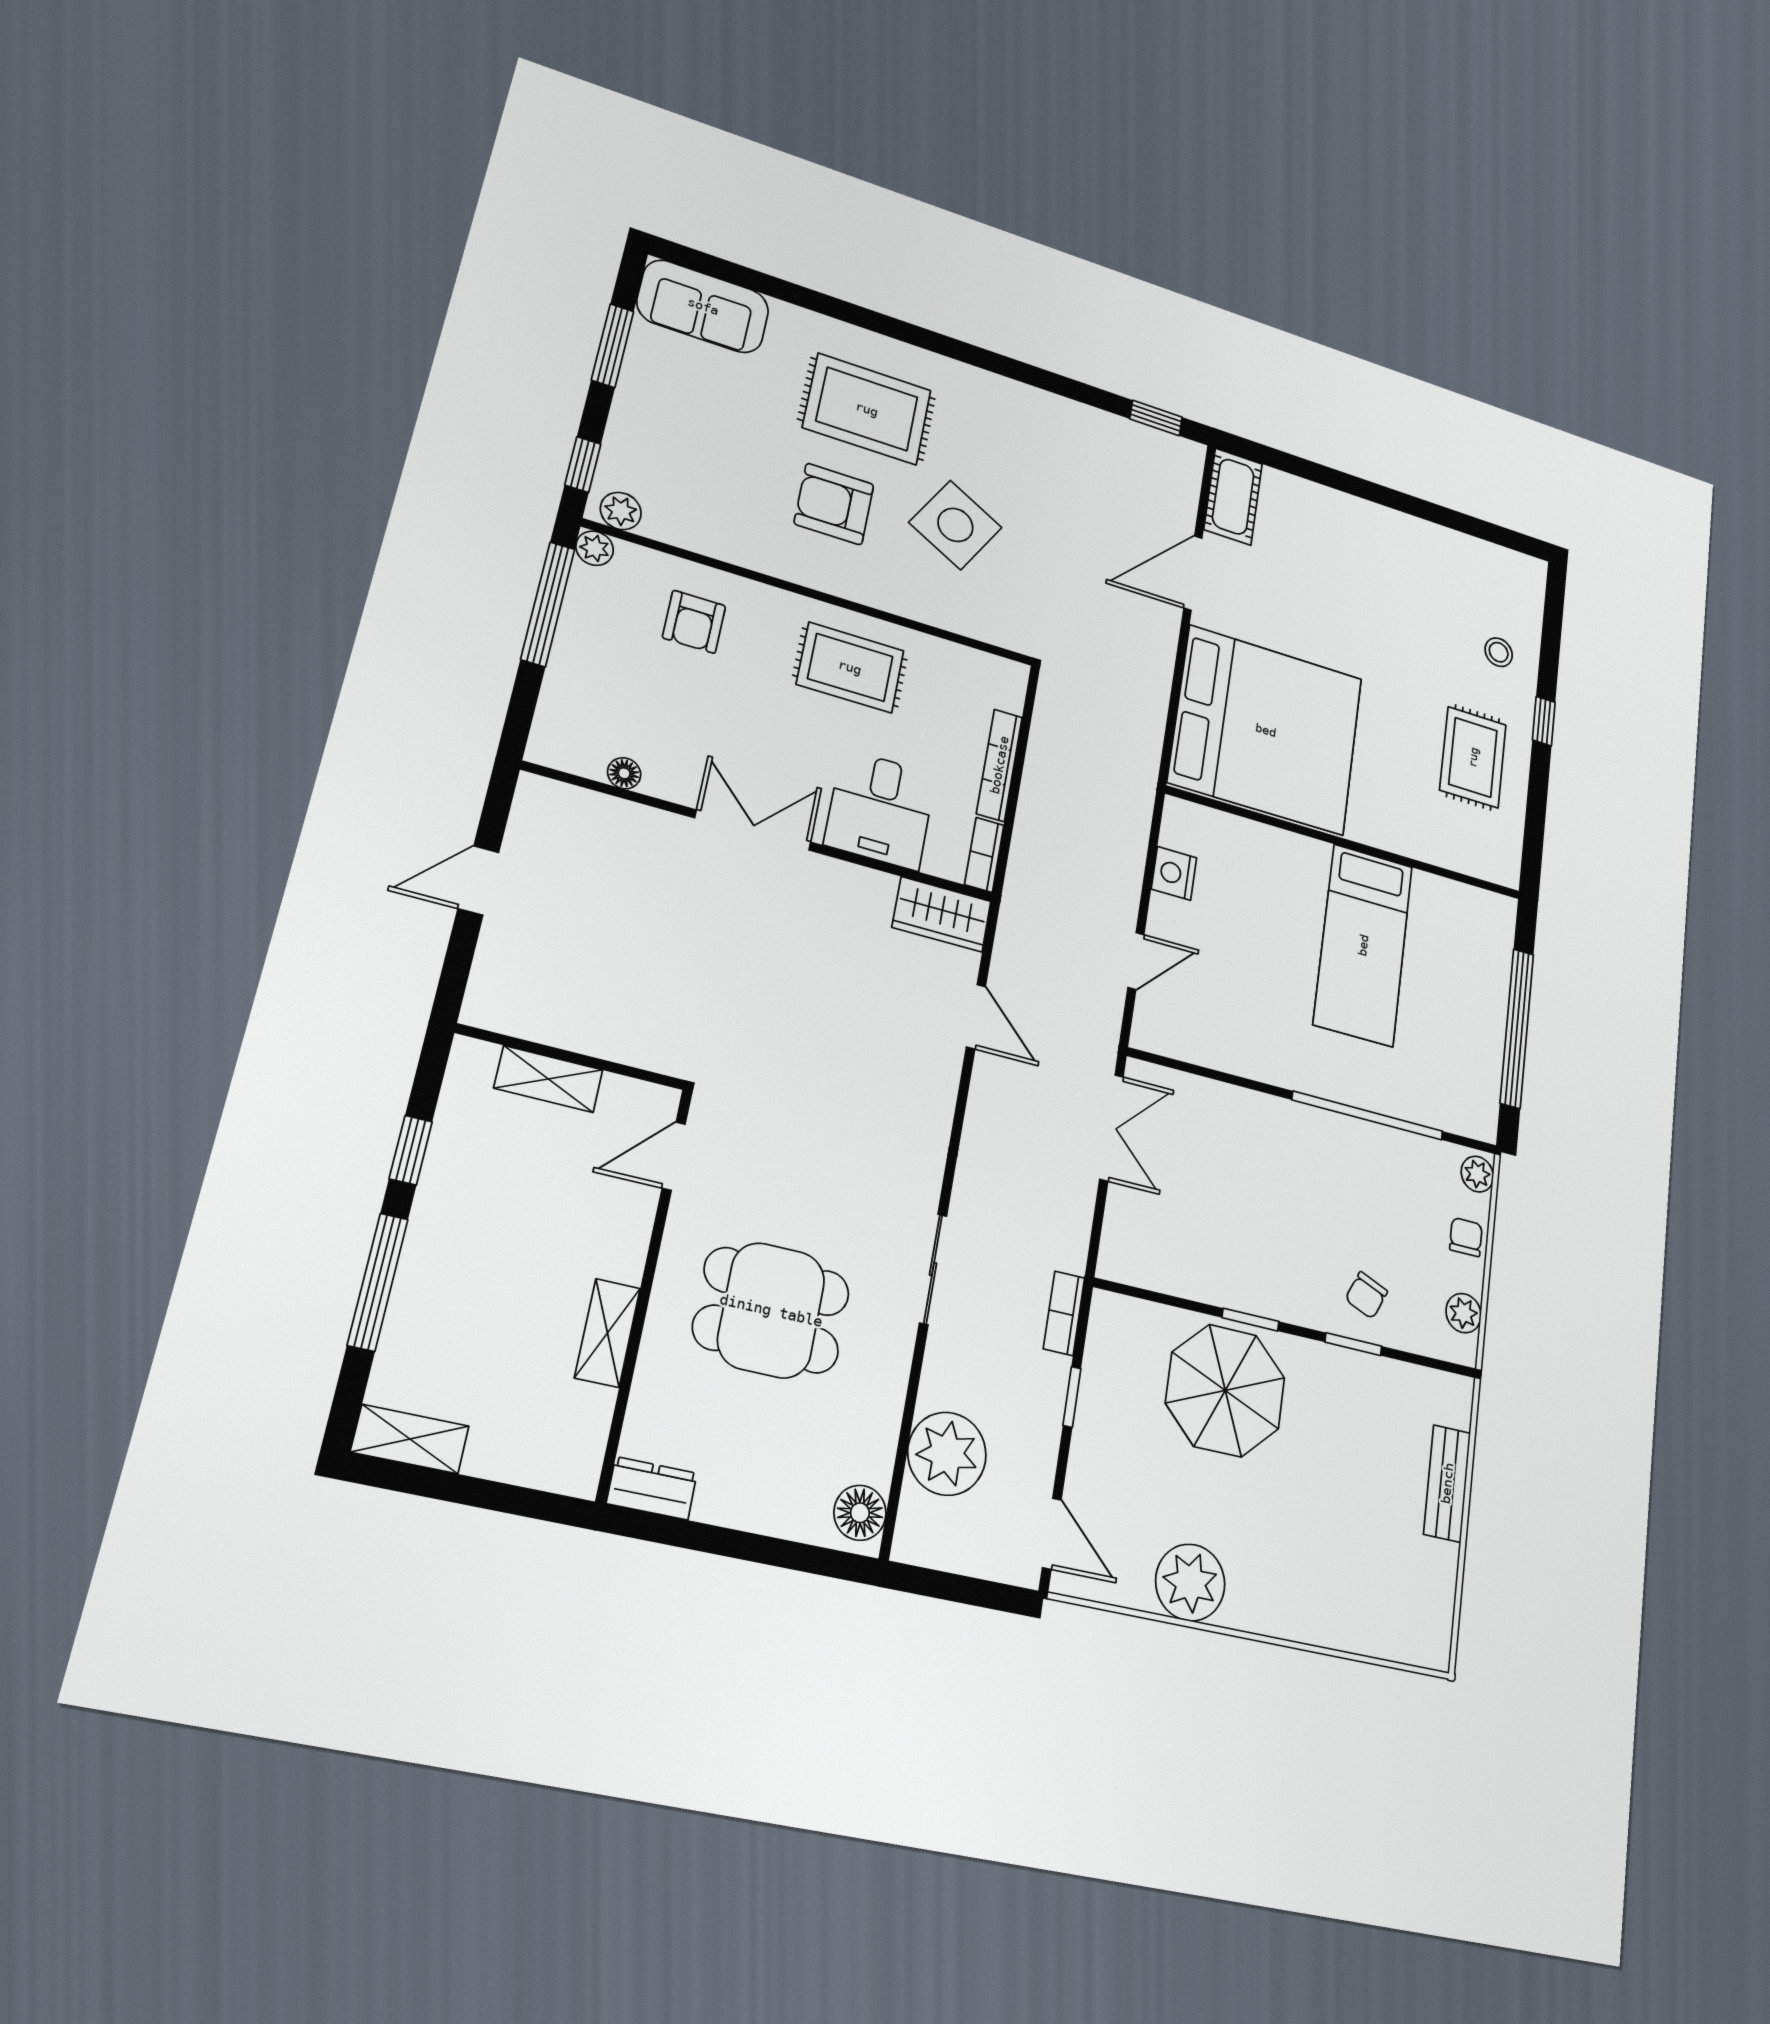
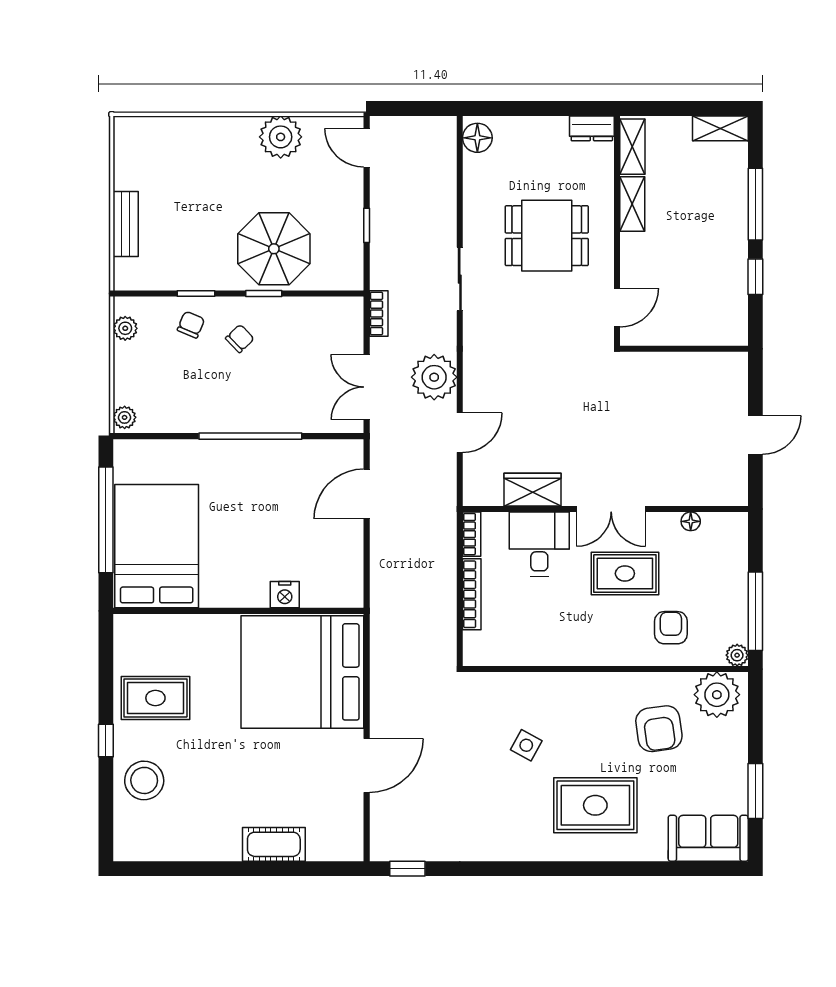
window: (583, 464) -> (755, 706), removed
cot: (1233, 497) -> (274, 844), moved, turned 90
armchair: (834, 504) -> (659, 729), moved, turned 82
plant: (621, 511) -> (717, 695), width x1.88, depth x1.88
side table: (955, 525) -> (526, 745), width x0.54, depth x0.54
stool: (1499, 652) -> (144, 780), width x1.89, depth x1.89
rug: (850, 667) -> (625, 573), moved
rug: (1473, 757) -> (155, 698), turned 90
nightstand: (1174, 873) -> (285, 595), moved, turned 90
wardrobe: (942, 914) -> (532, 490), moved
bed: (1363, 945) -> (157, 546), moved, width x1.50
door: (1136, 961) -> (367, 494), width x1.38
door: (976, 1017) -> (460, 433), swing flipped
shelving: (549, 1079) -> (632, 147), moved, turned 90
window: (1368, 1116) -> (250, 436), moved
chair: (1466, 1237) -> (240, 339), moved, turned -134
bookcase: (1064, 1313) -> (379, 313), moved
plant: (947, 1454) -> (434, 377), moved

